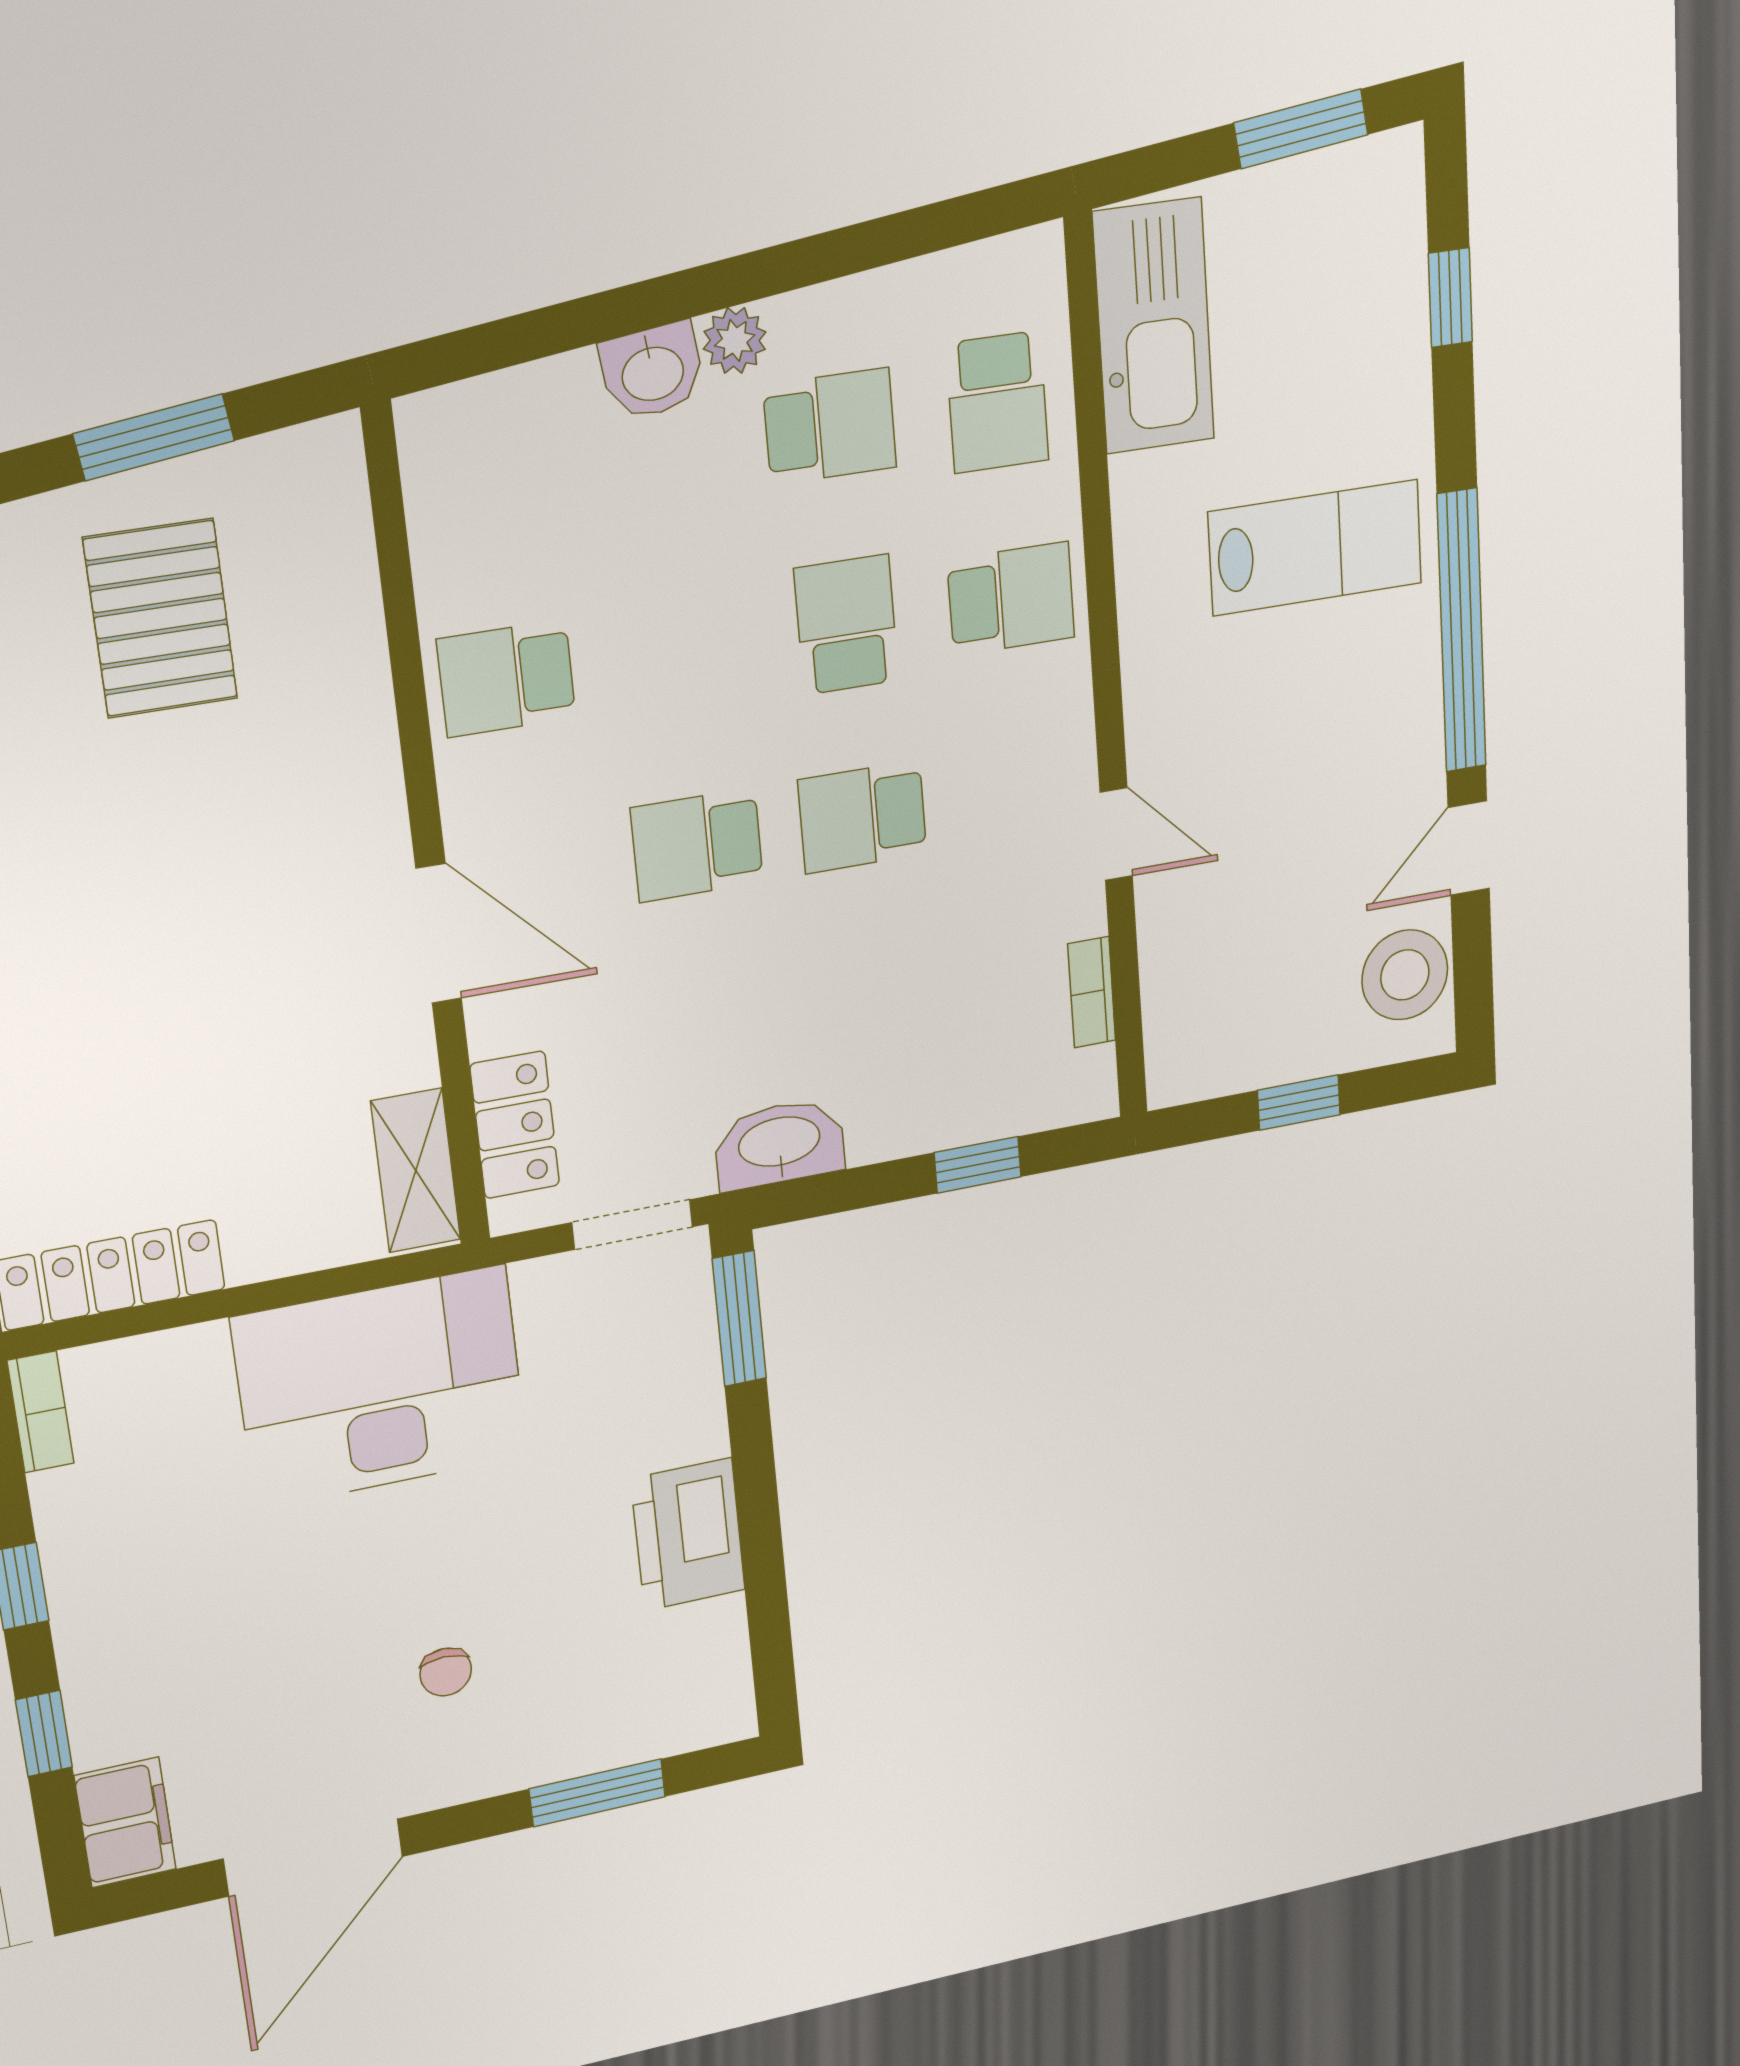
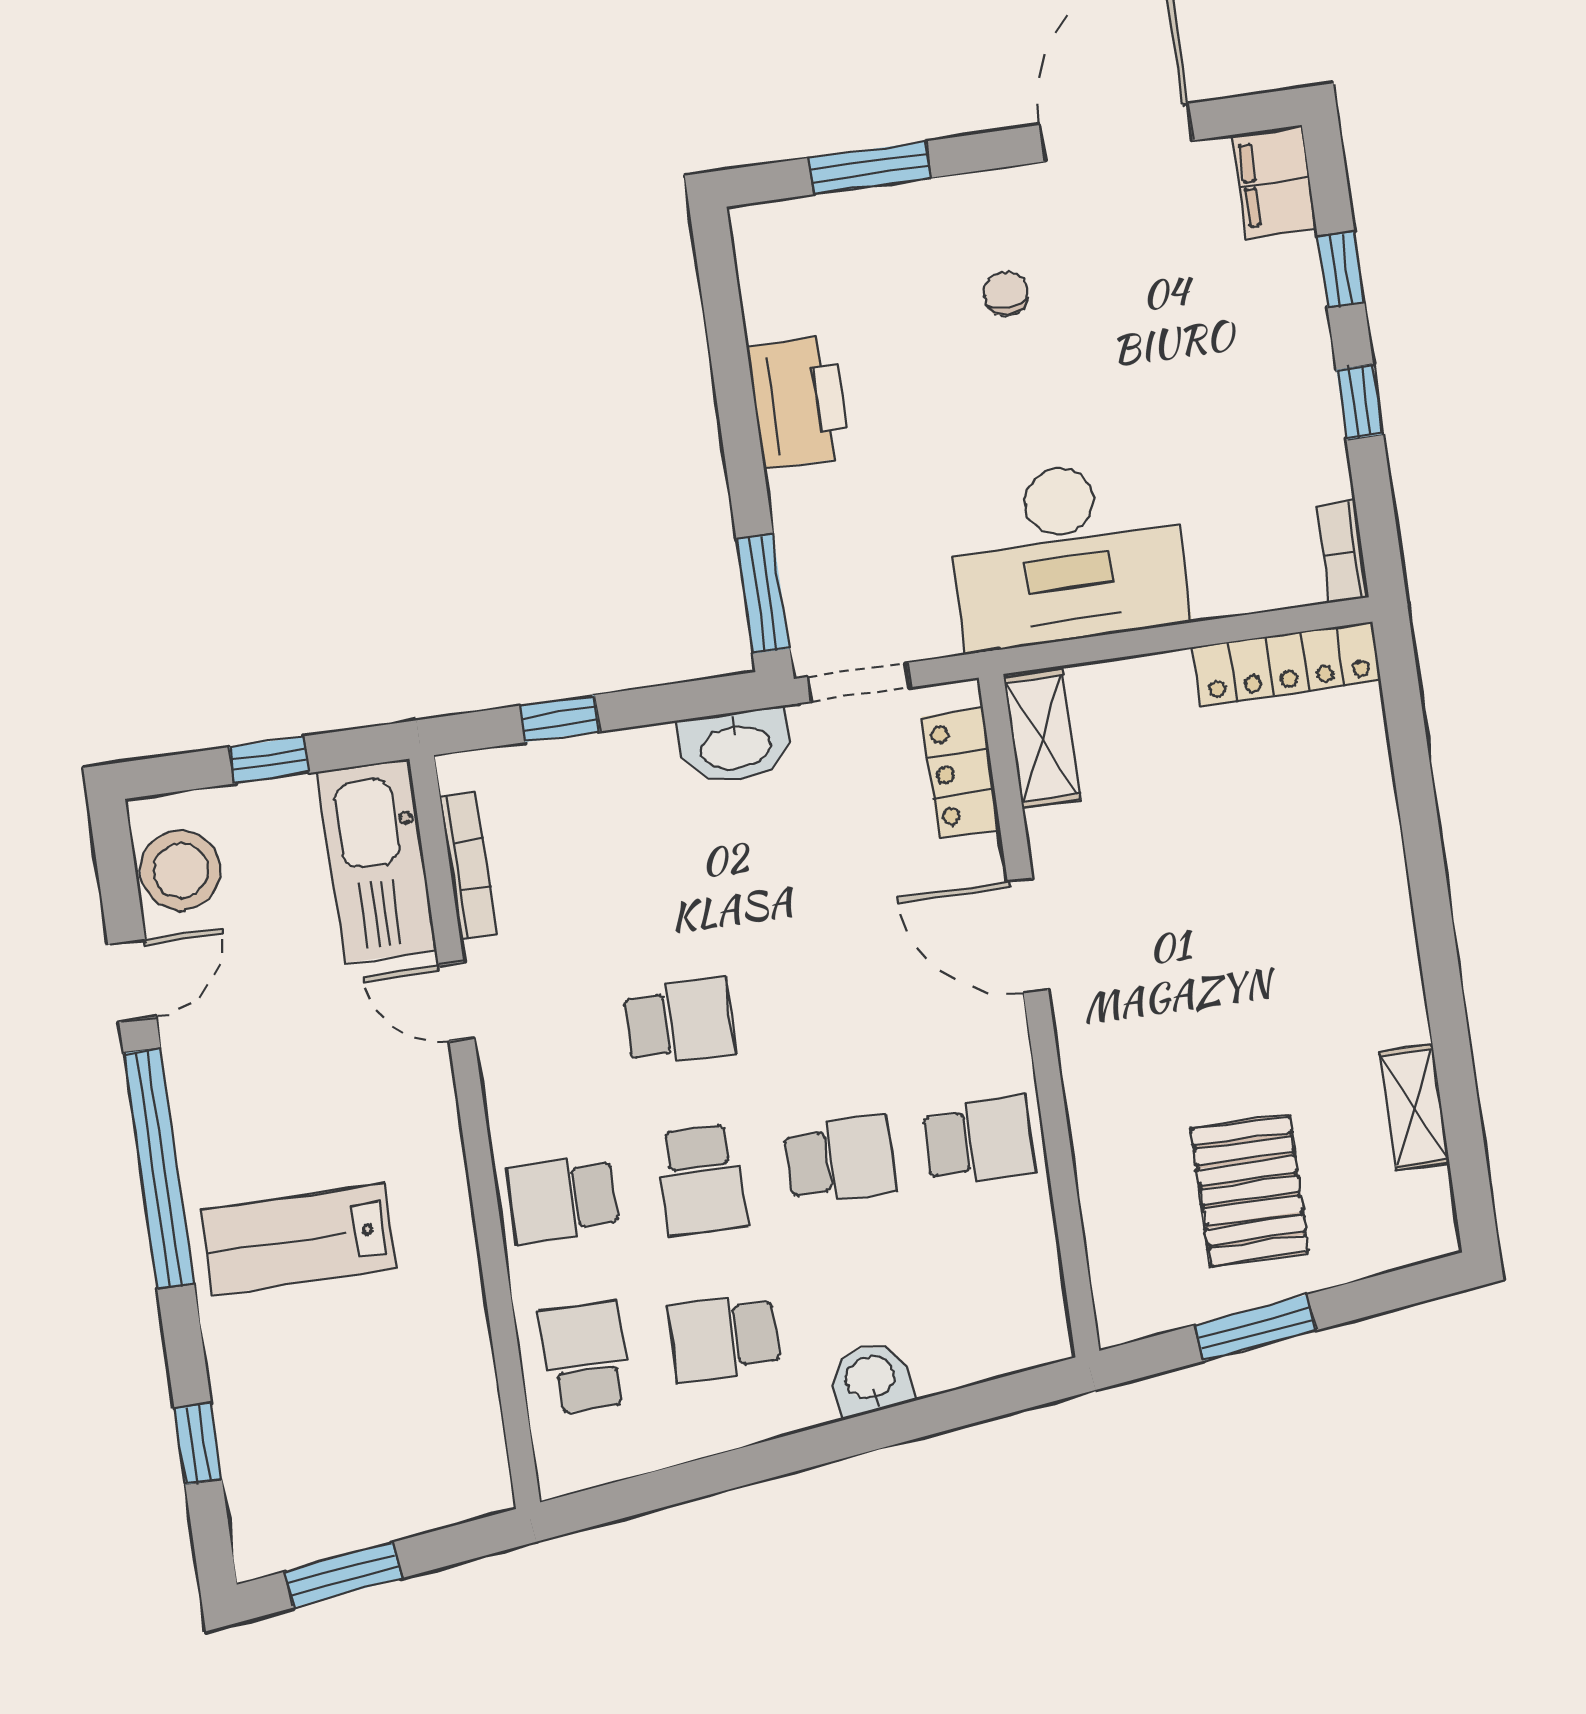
kitchen sink: (1154, 326) -> (377, 861), moved
plant: (735, 340) -> (805, 1404), removed
school desk: (697, 845) -> (840, 1160), moved
bookcase: (1092, 992) -> (468, 866), width x1.56

